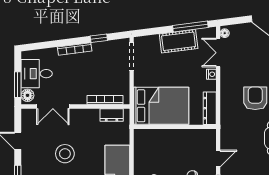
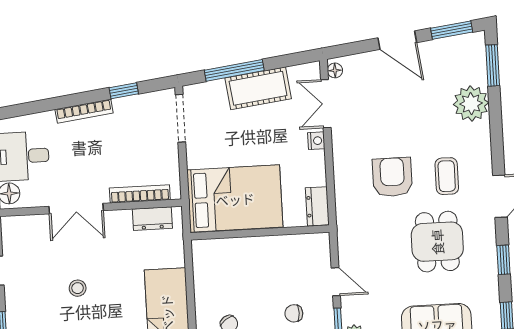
window: (190, 27) -> (234, 70), moved
double door: (53, 106) -> (76, 209), moved
dresser: (210, 108) -> (317, 206), width x0.70
stool: (65, 154) -> (78, 288), width x0.53, depth x0.53
door: (218, 158) -> (336, 282), hinge flipped

